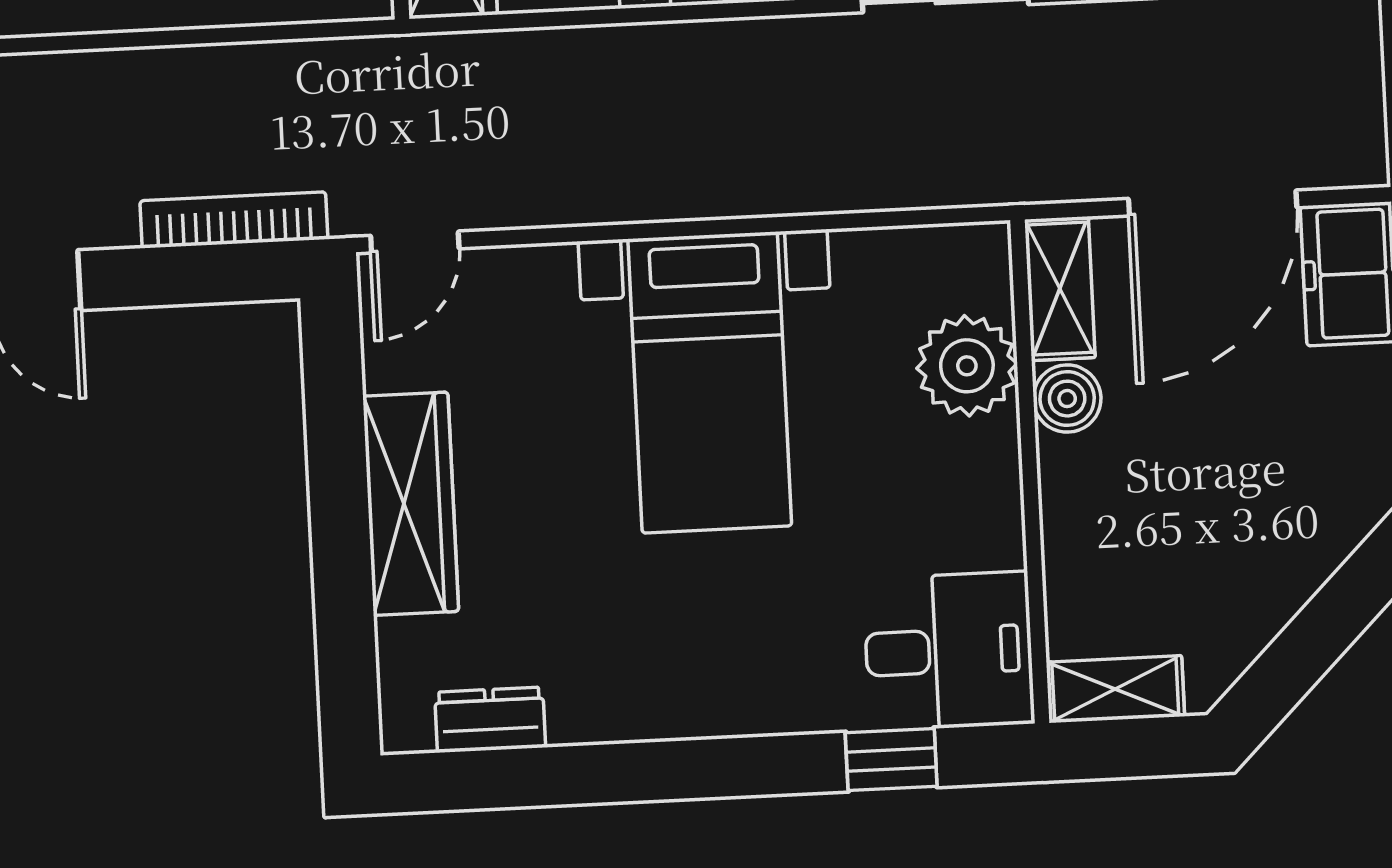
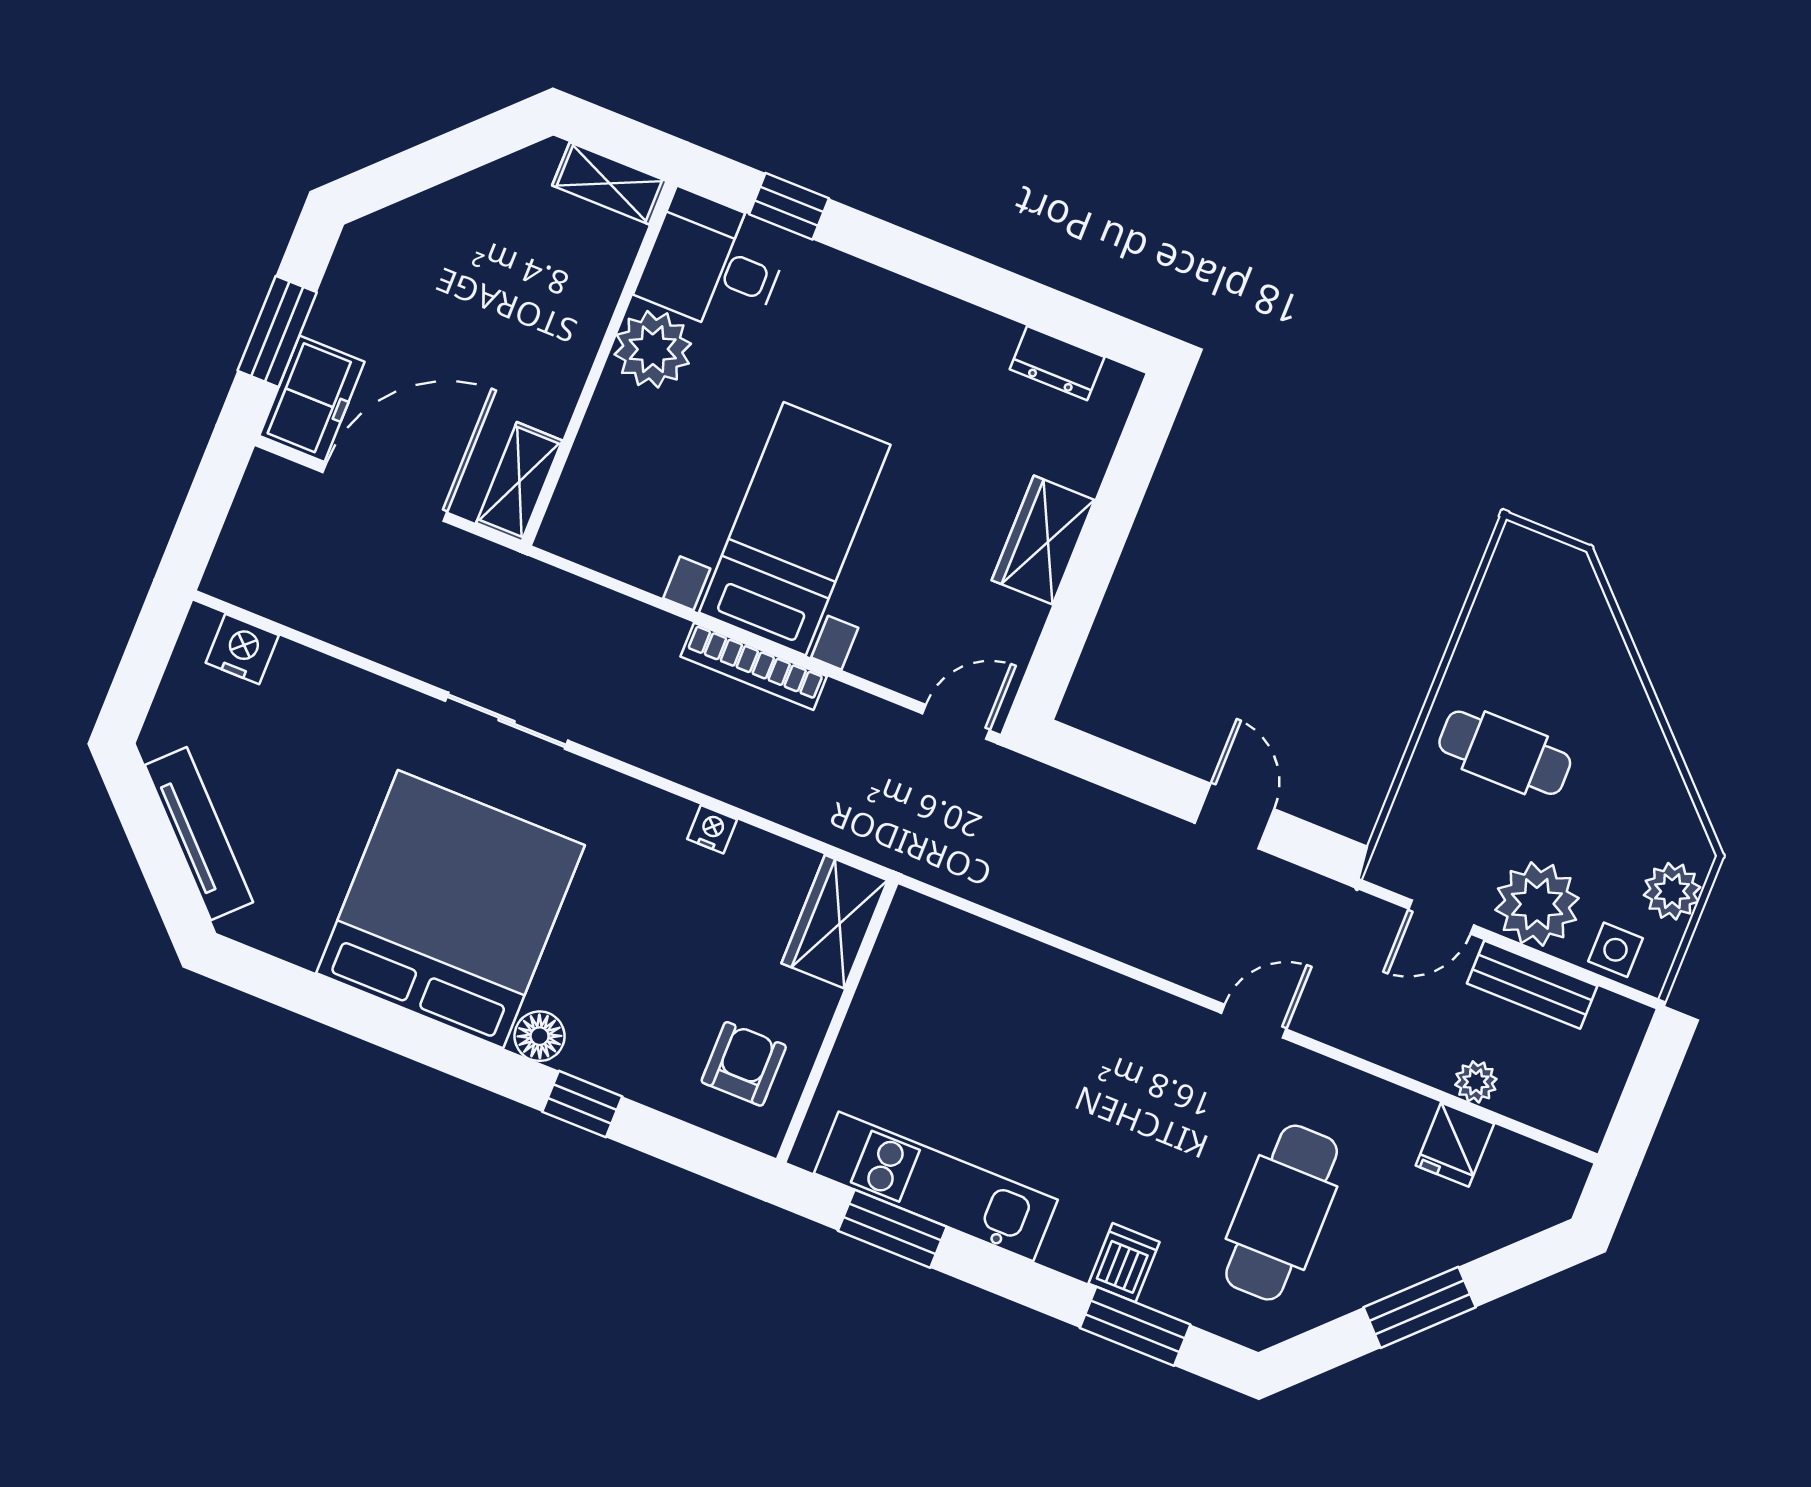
bookcase: (234, 220) -> (754, 666), moved
plant: (967, 366) -> (653, 349), moved
boiler: (1067, 399) -> (550, 402), removed
wardrobe: (411, 504) -> (1043, 540), width x0.67

